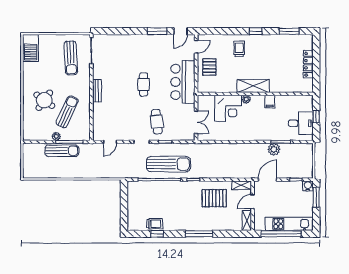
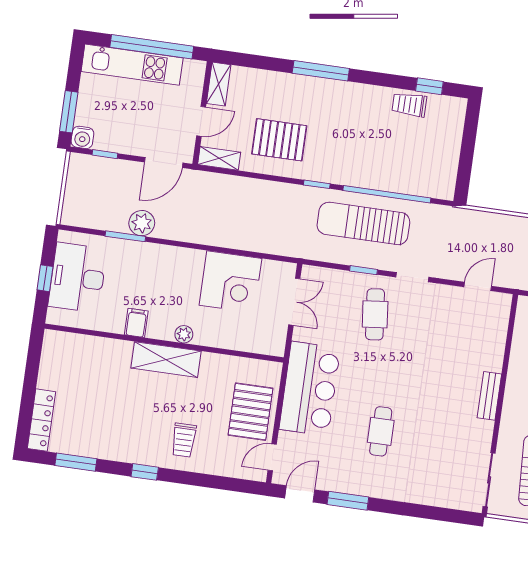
locker: (308, 64) -> (42, 420), moved
pallet: (209, 67) -> (251, 412), width x1.50, depth x1.42
cafe table: (144, 84) -> (381, 431), moved
corner desk: (228, 108) -> (230, 282), moved, turned 180
double door: (196, 122) -> (294, 302), swing flipped
desk: (301, 123) -> (78, 278), width x1.37
window: (157, 234) -> (429, 86), moved

